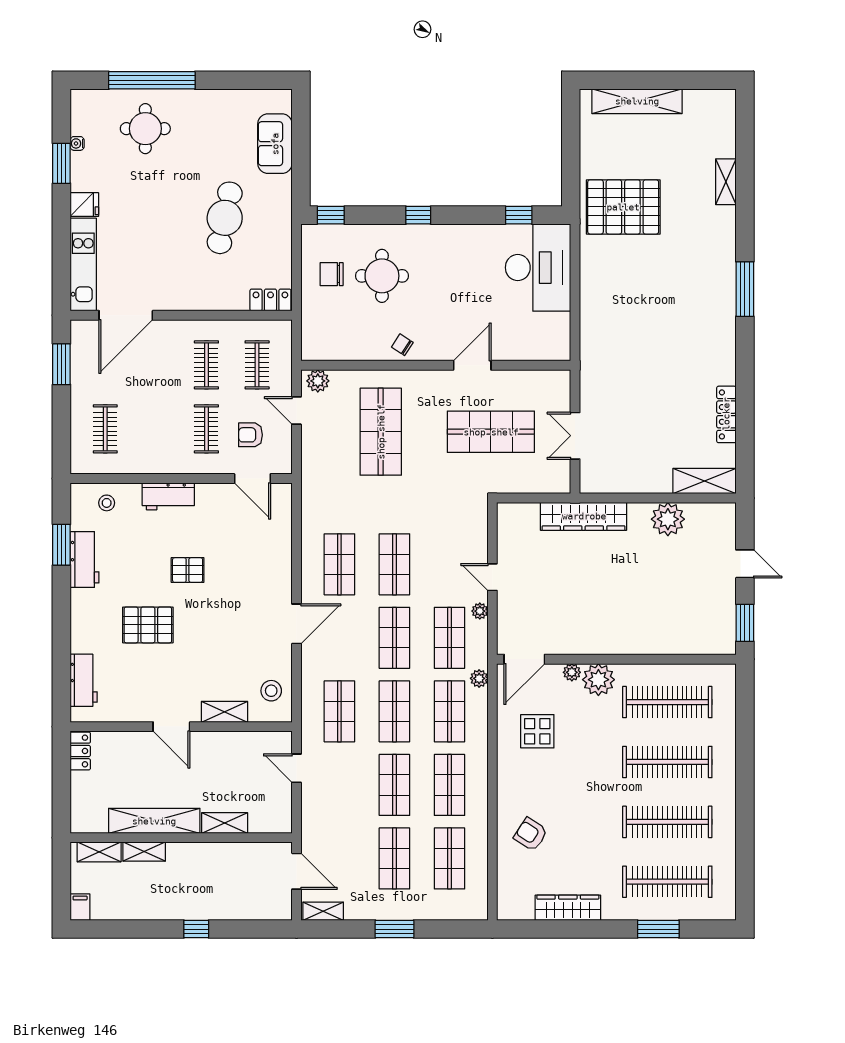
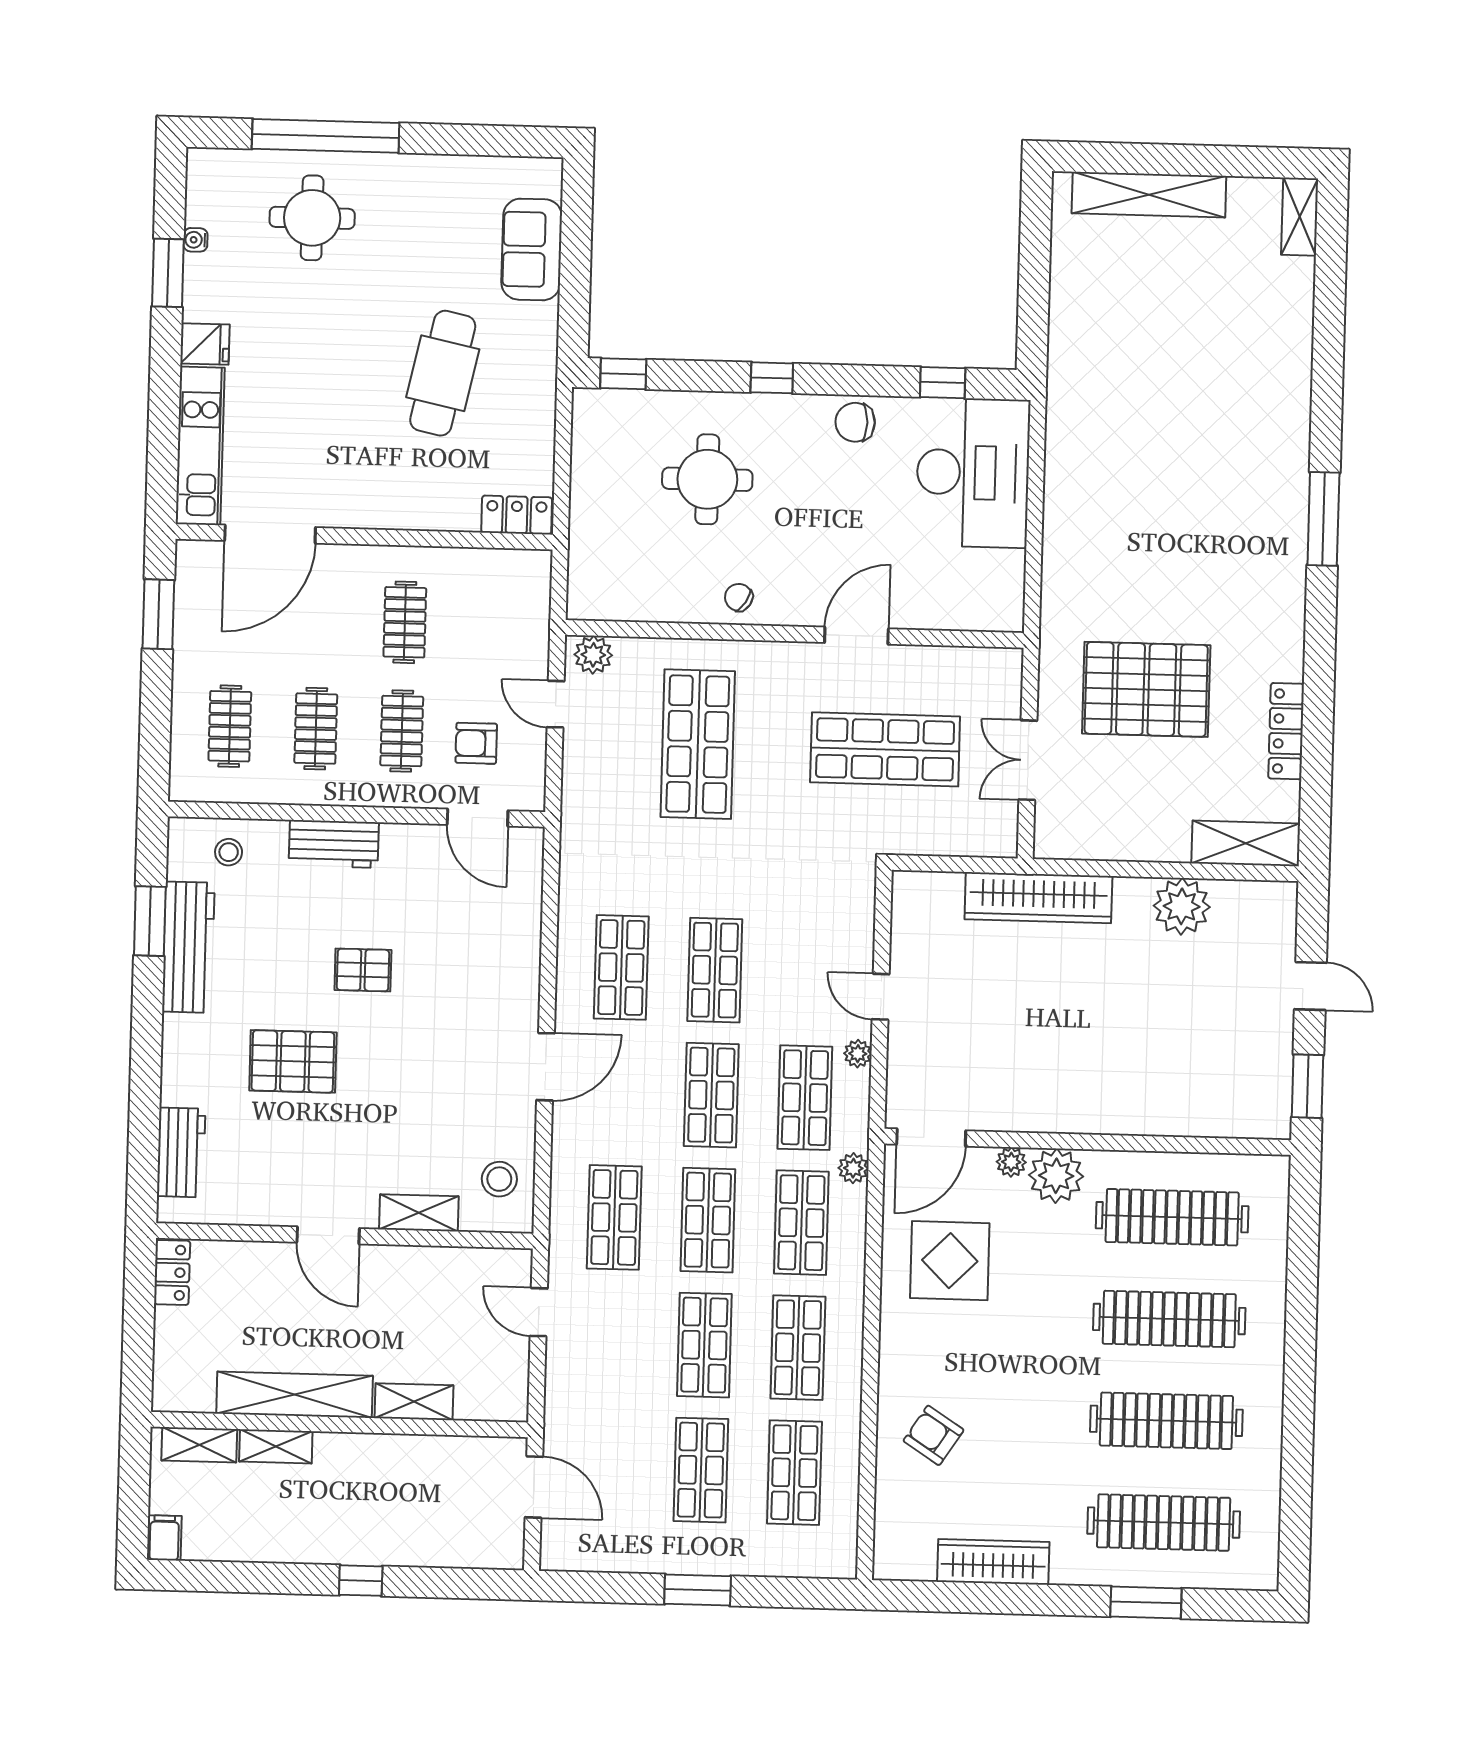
shelving: (726, 182) -> (1300, 217), moved
pallet: (623, 207) -> (1146, 689), moved
chair: (332, 274) -> (855, 422), moved
clothes rail: (257, 365) -> (316, 729), moved
workbench: (85, 559) -> (188, 947), width x1.38
display table: (537, 731) -> (950, 1261), width x1.36, depth x1.36
shelving: (323, 911) -> (577, 1556), removed

